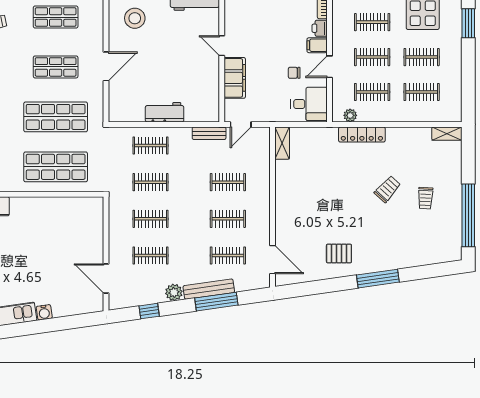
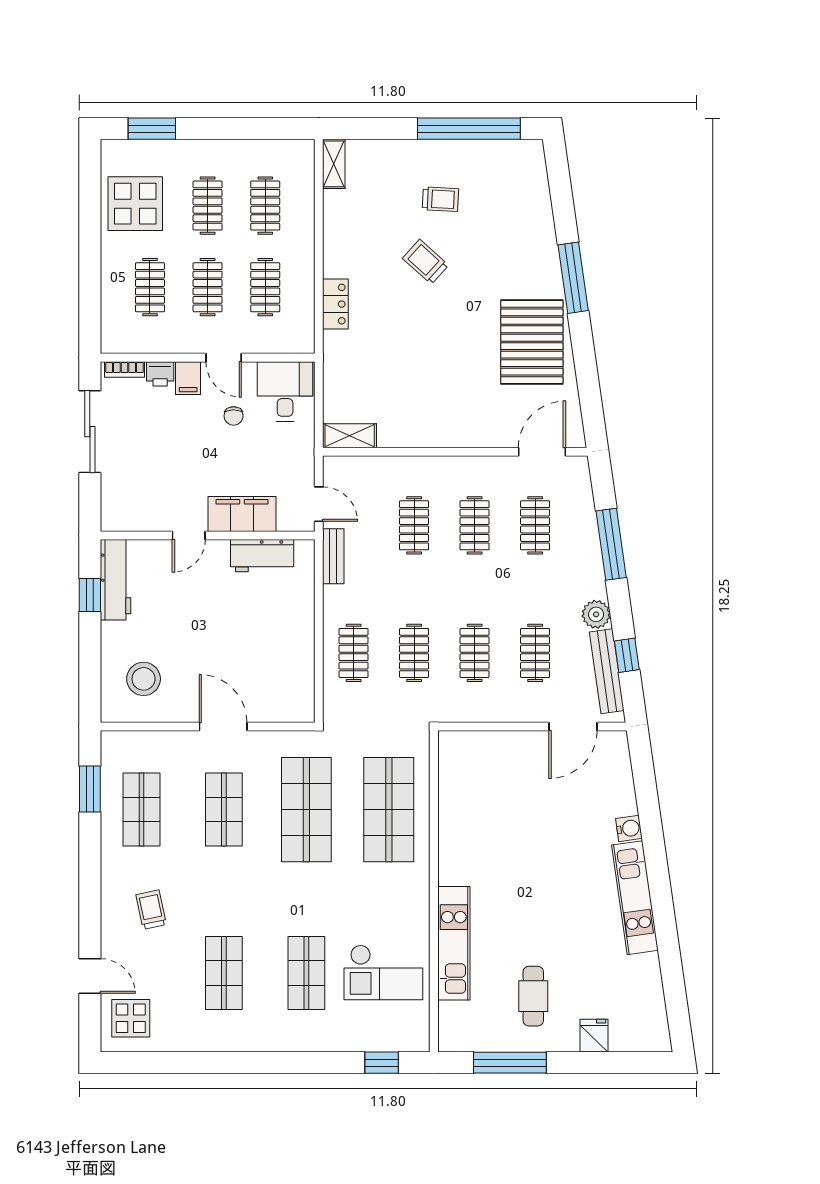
workbench: (165, 112) -> (262, 556), moved, turned -90
plant: (350, 115) -> (304, 323), removed
locker: (362, 134) -> (335, 304), width x0.66
pallet: (339, 254) -> (532, 342), width x2.05, depth x2.00
bench: (209, 289) -> (607, 671), moved

